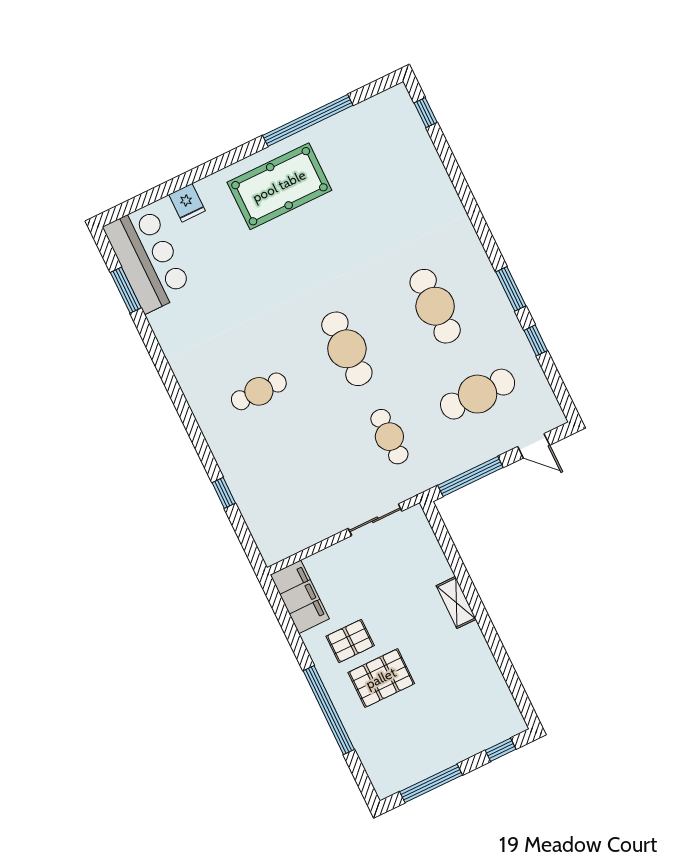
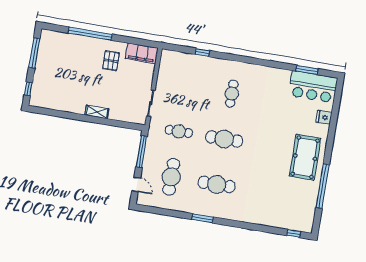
window: (536, 340) -> (176, 214), removed
door: (534, 446) -> (136, 184), swing flipped
pallet: (381, 678) -> (88, 63), removed

